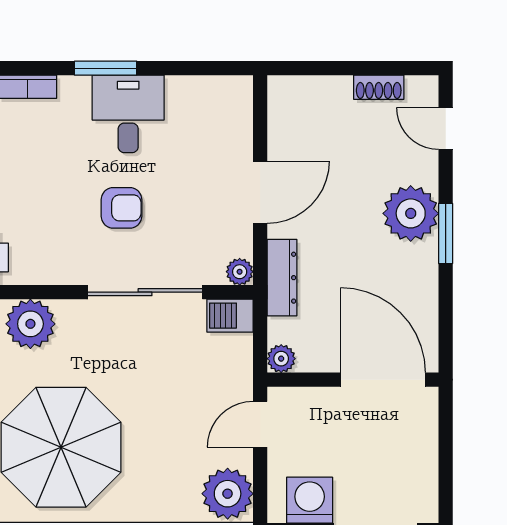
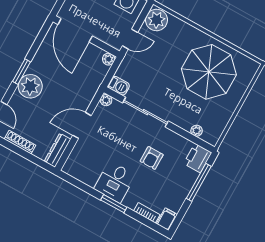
shoe rack: (379, 87) -> (20, 142), width x1.43
armchair: (121, 208) -> (152, 158), moved, turned -90
dresser: (282, 278) -> (57, 150), moved
plant: (30, 324) -> (197, 131), width x0.53, depth x0.53

